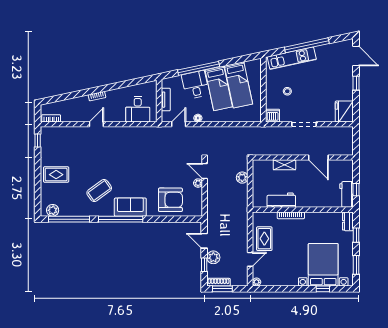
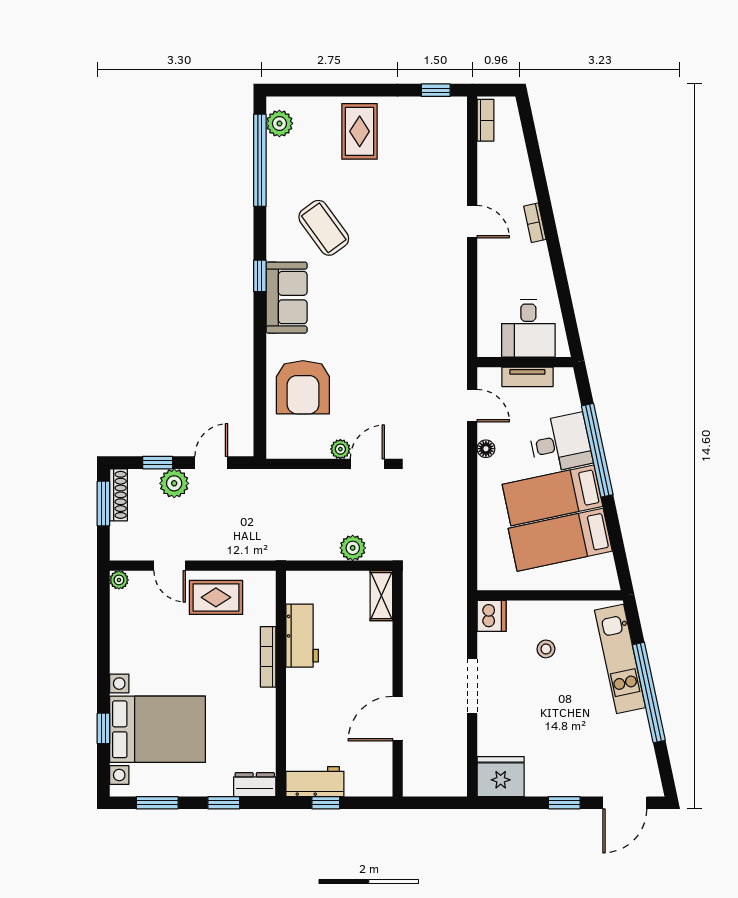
desk: (138, 109) -> (528, 328), moved, turned -90
shelving: (284, 165) -> (381, 596), moved
window: (121, 219) -> (260, 276), width x0.32

